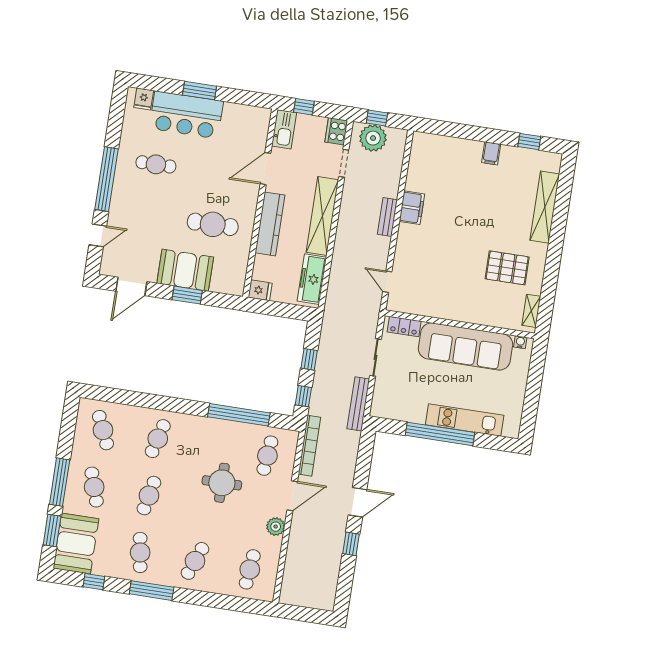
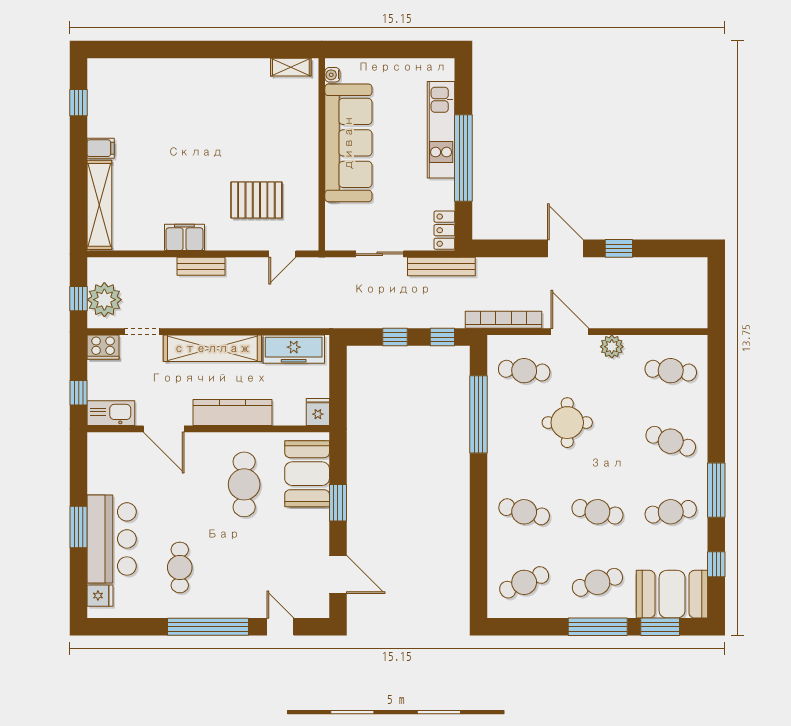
shelving: (545, 207) -> (99, 205), moved, turned 90
pallet: (507, 268) -> (256, 200), moved, turned 90
booth: (185, 270) -> (307, 474), moved
locker: (404, 326) -> (444, 230), moved, turned 180

